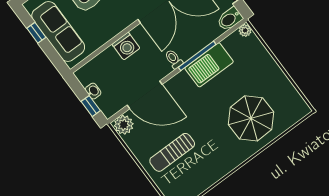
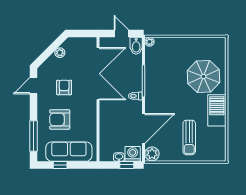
washing machine: (126, 46) -> (133, 154), moved, turned -90
barbecue: (209, 65) -> (217, 110), moved, turned 180

